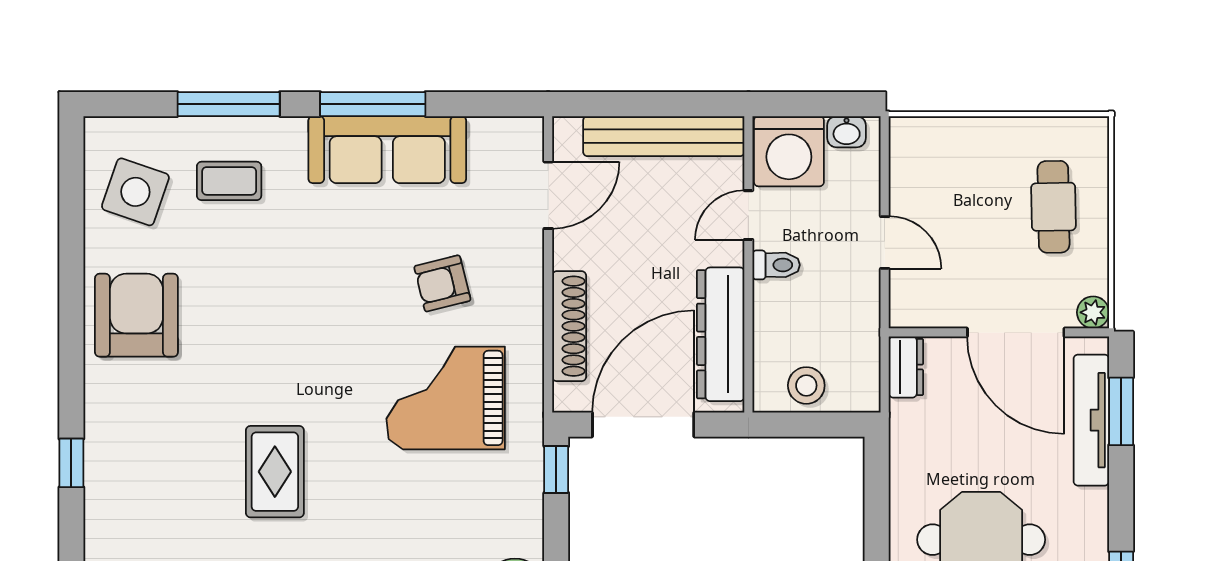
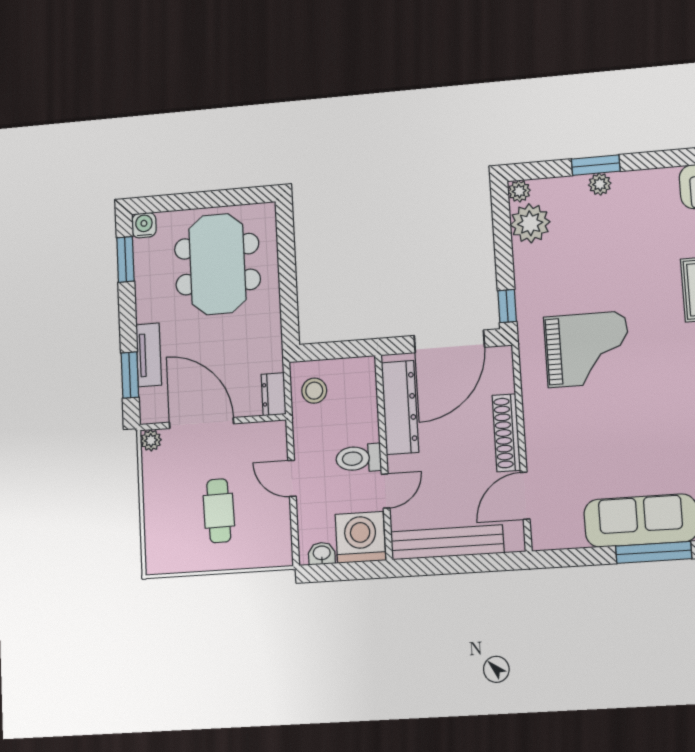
cafe table: (1053, 207) -> (219, 511), moved
toilet: (776, 265) -> (359, 458), width x1.37, depth x1.39
armchair: (442, 283) -> (595, 429), removed
shoe rack: (569, 326) -> (506, 433), moved
stool: (806, 385) -> (314, 391), moved
tv unit: (1091, 420) -> (149, 355), width x0.71

